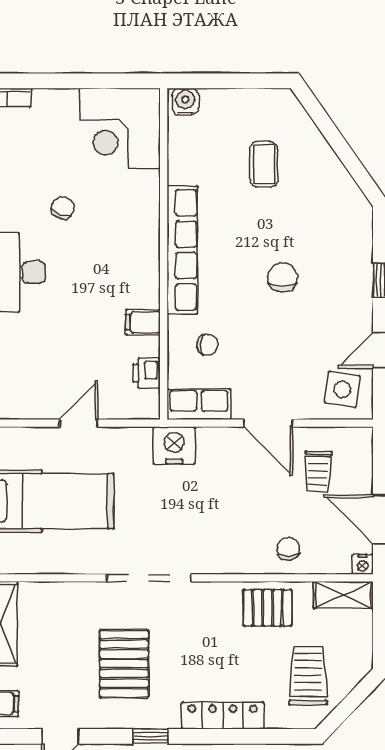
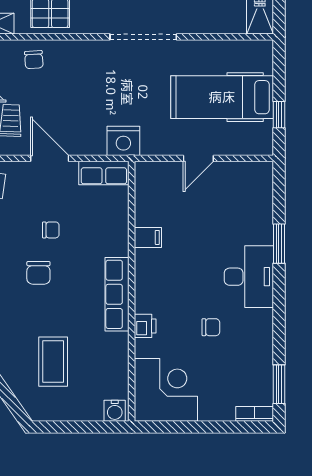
coffee table: (264, 164) -> (53, 362), width x1.36, depth x1.30
chair: (63, 208) -> (211, 327), turned -111
row of seats: (182, 250) -> (117, 294), width x0.73
chair: (207, 345) -> (51, 230), moved, turned 180
printer: (147, 373) -> (145, 326), moved

